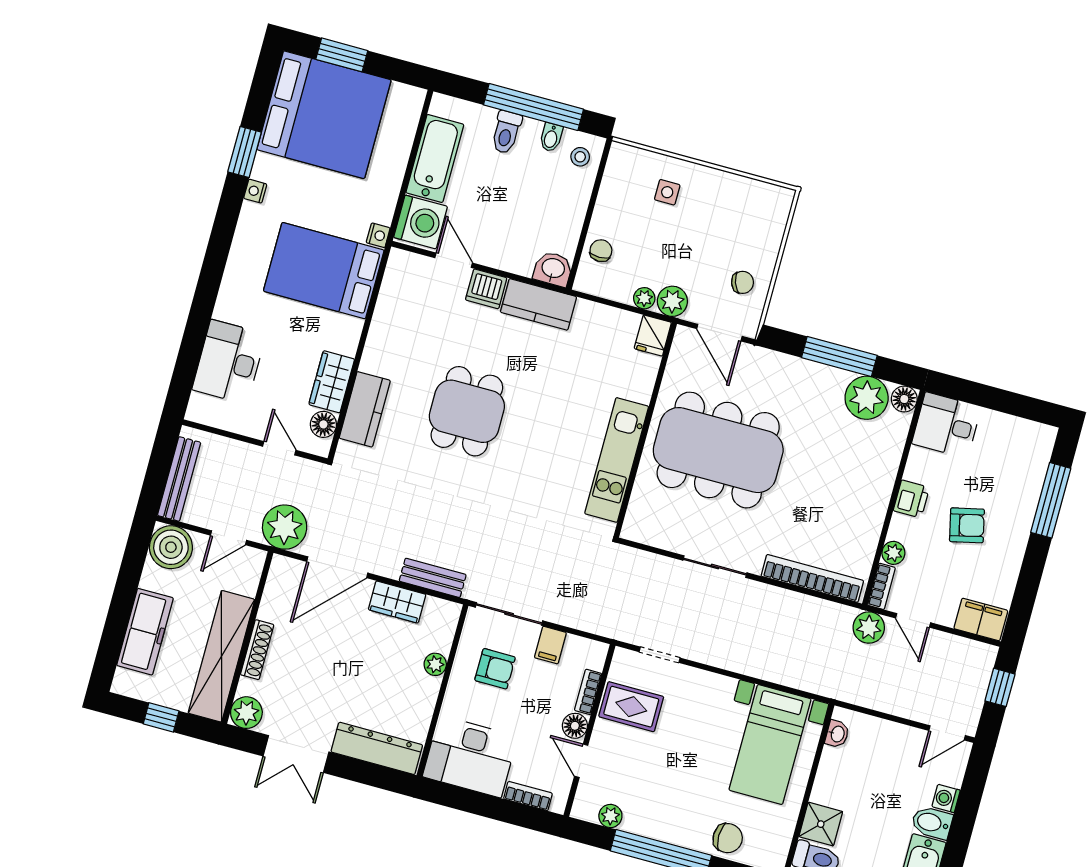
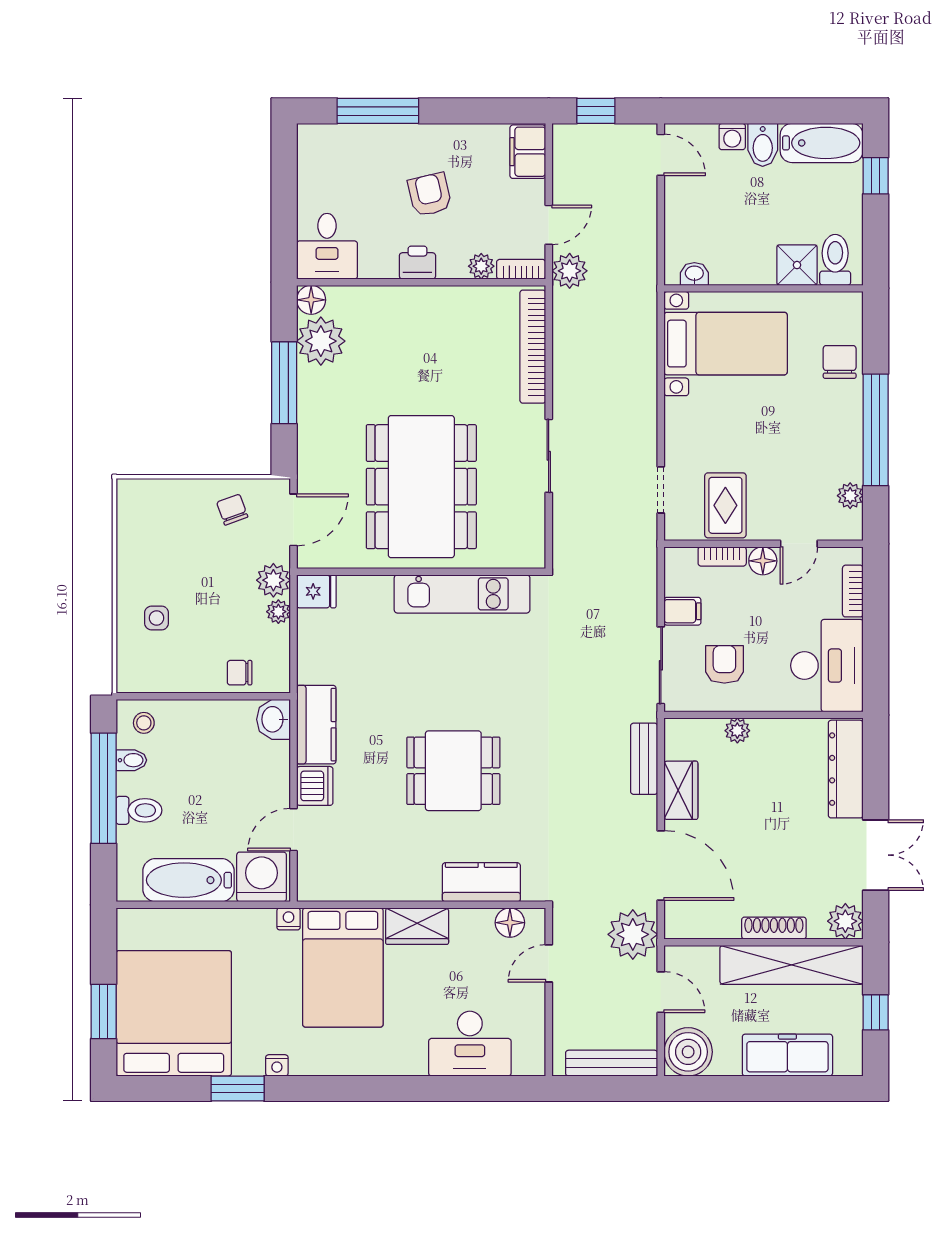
wardrobe: (332, 382) -> (417, 926), moved

